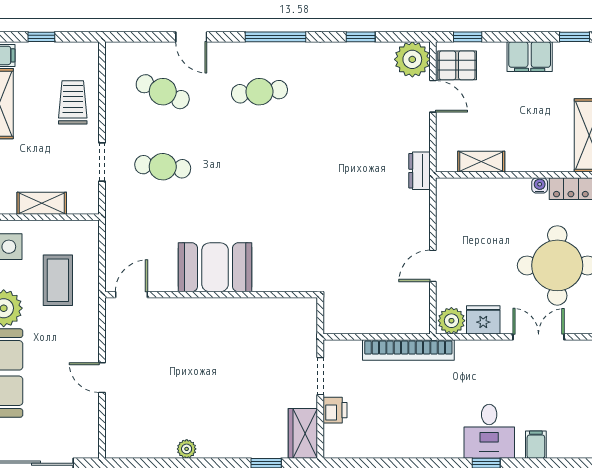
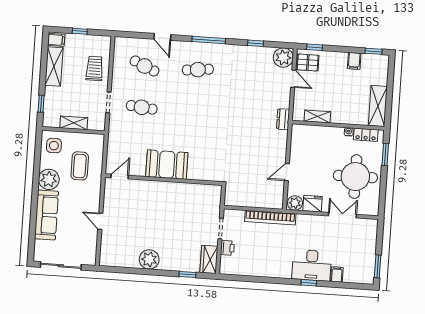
filing cabinet: (530, 57) -> (354, 61), width x0.50
desk: (489, 431) -> (312, 265), width x1.37
plant: (187, 449) -> (149, 259), width x1.88, depth x1.88

